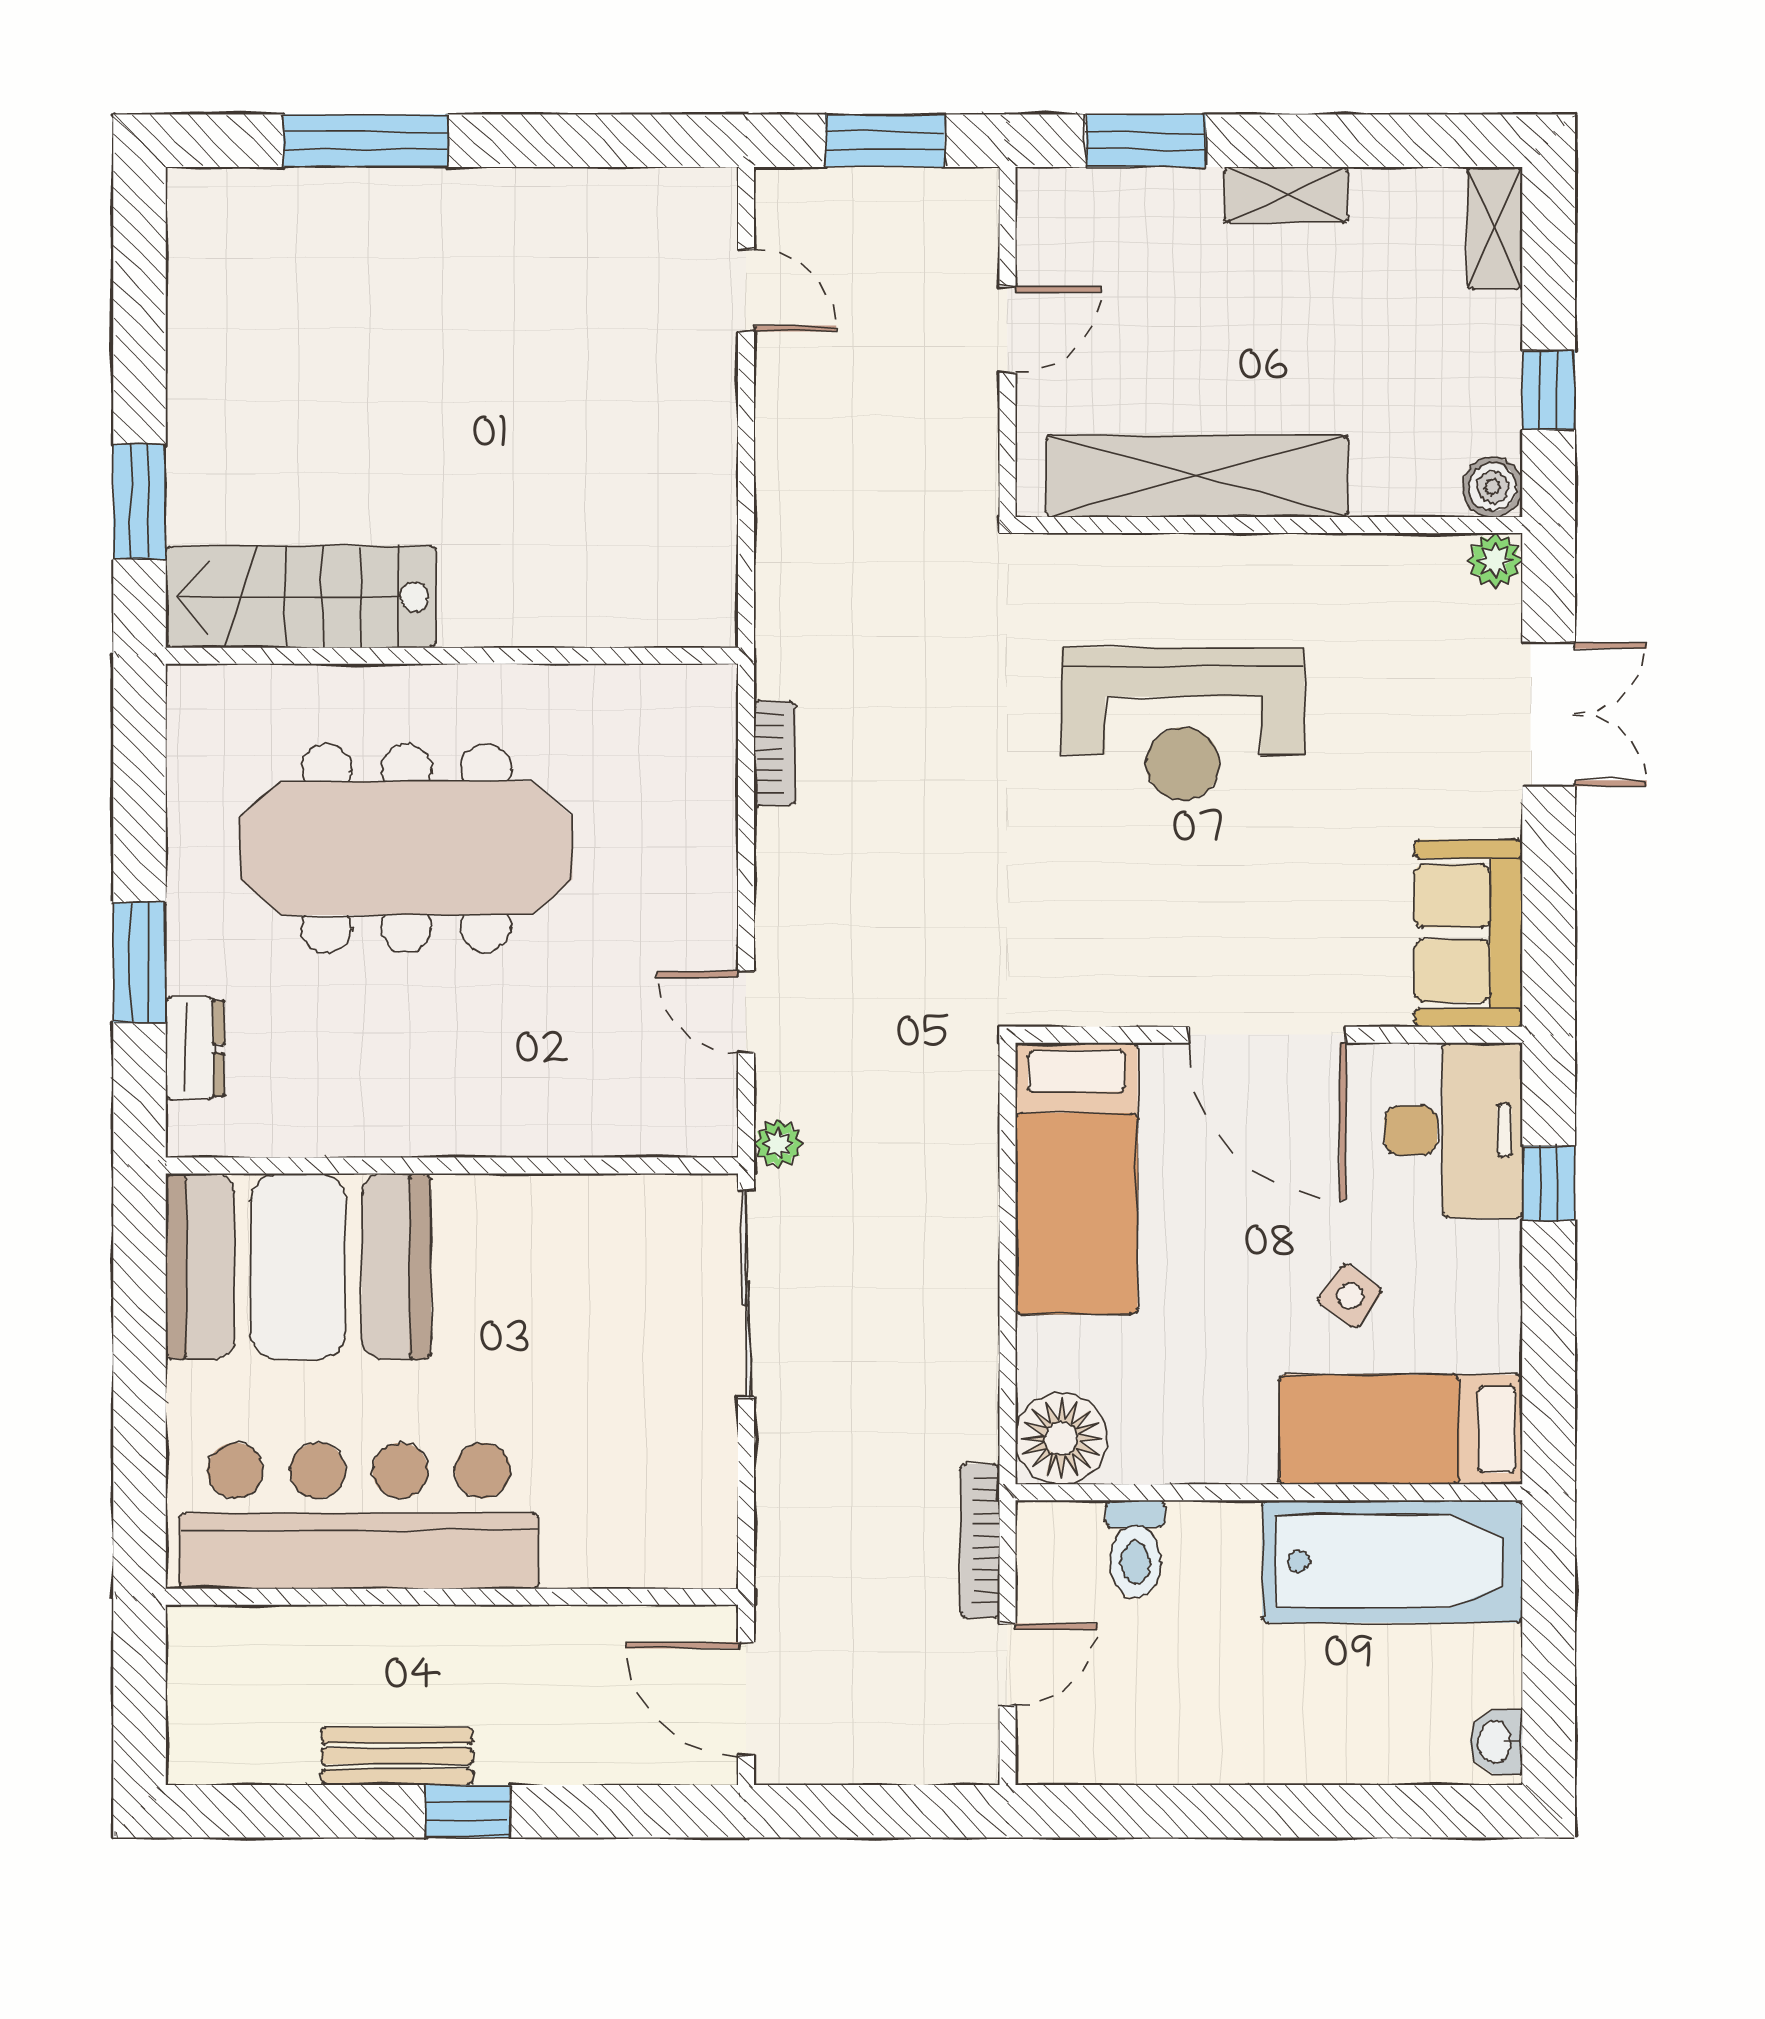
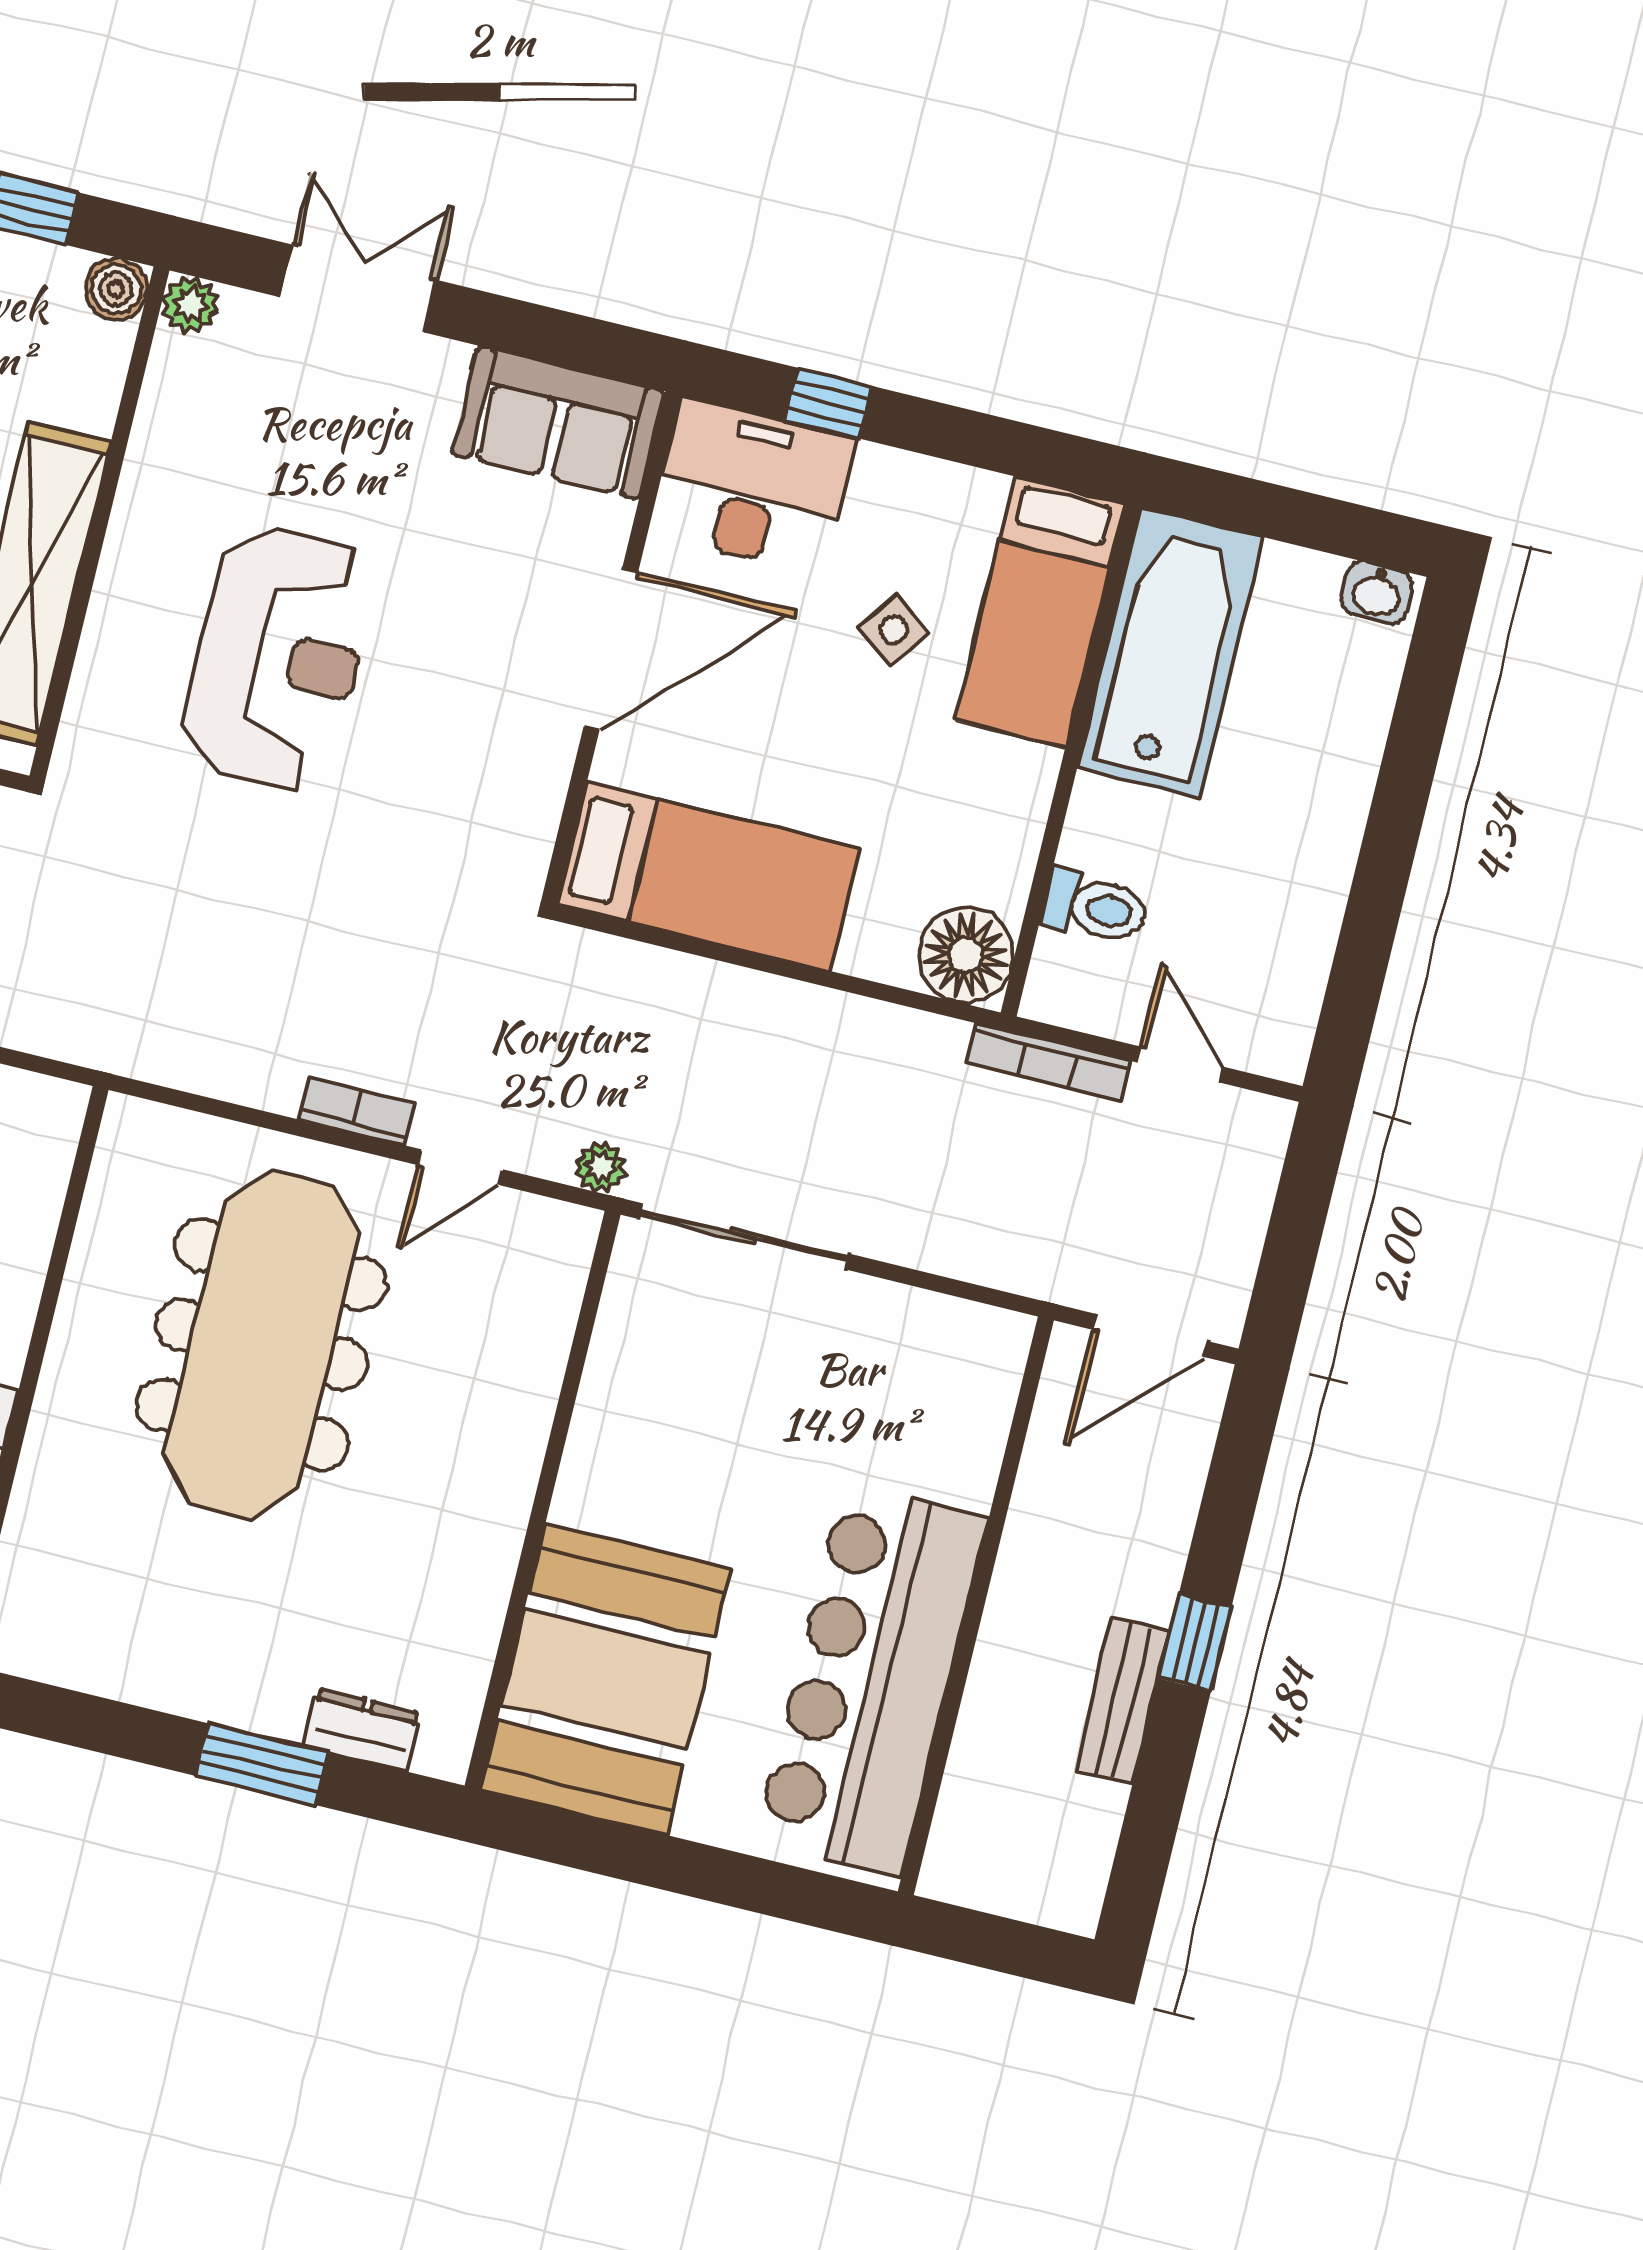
bookcase: (775, 753) -> (357, 1111), moved
meeting table: (406, 848) -> (262, 1344), moved

